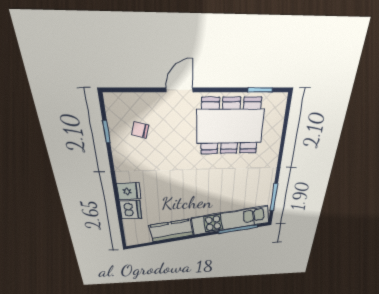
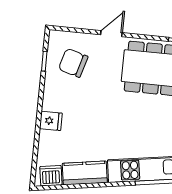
chair: (140, 130) -> (73, 63), width x1.87, depth x1.87
dishwasher: (131, 210) -> (51, 176), moved, turned -99

